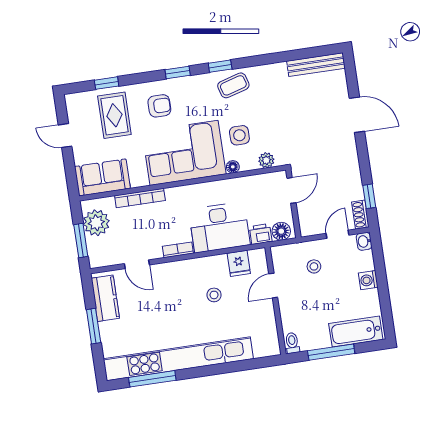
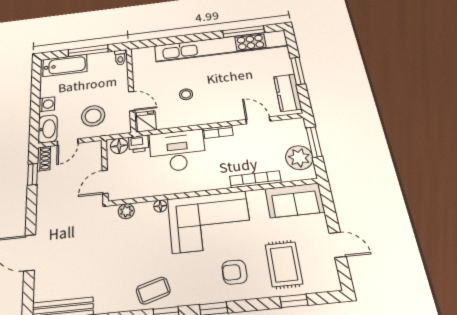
side table: (239, 135) -> (151, 237), removed
washbasin: (364, 241) -> (48, 129), width x1.91, depth x1.45
fridge: (239, 263) -> (146, 121), moved
stool: (314, 266) -> (93, 116), width x1.89, depth x1.89
door: (273, 286) -> (132, 101), hinge flipped

